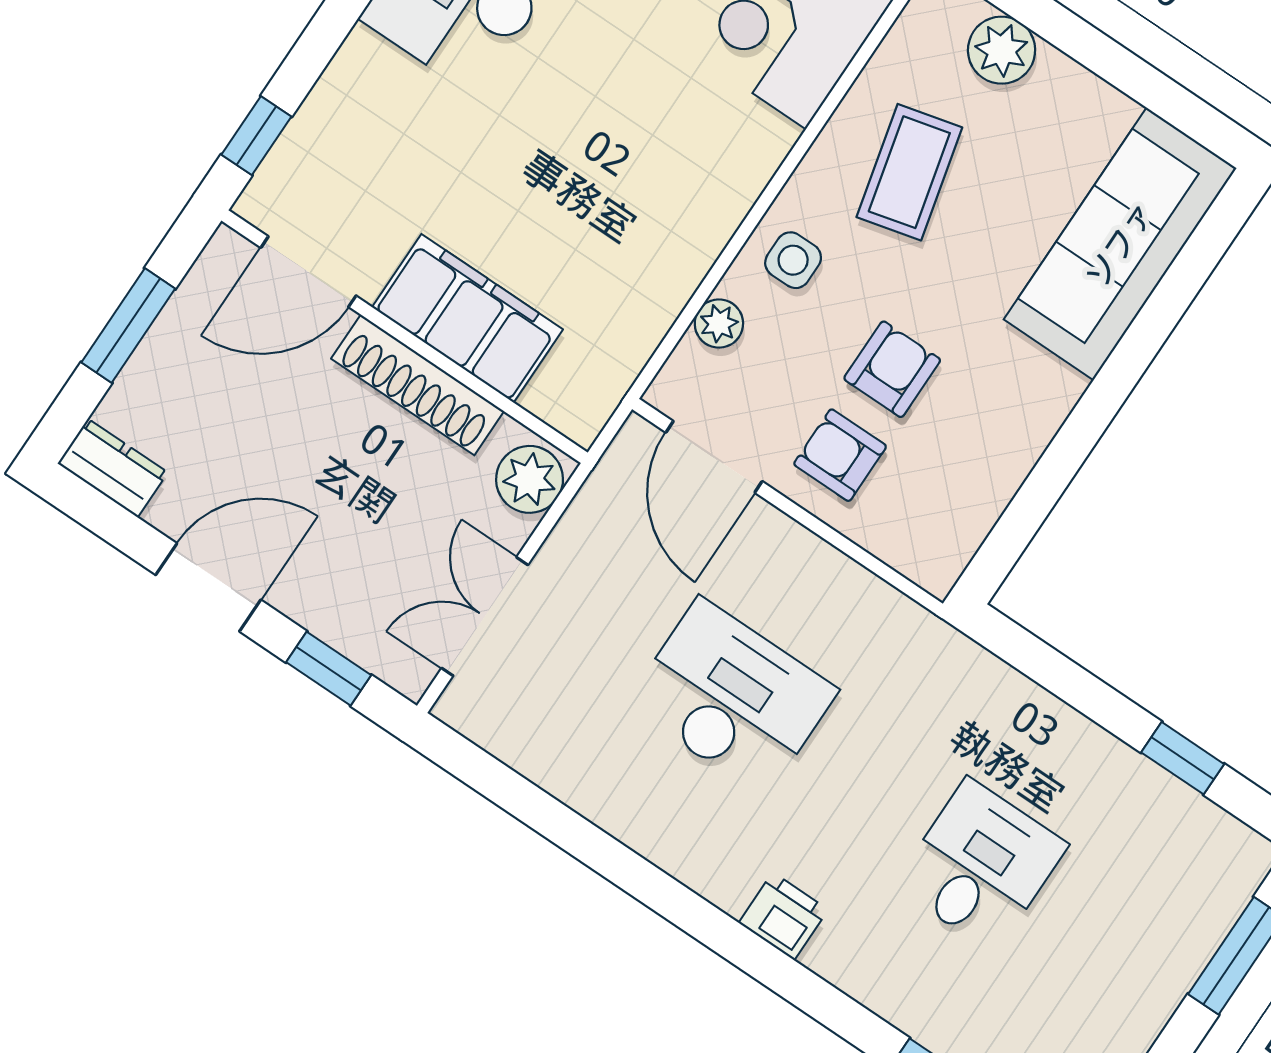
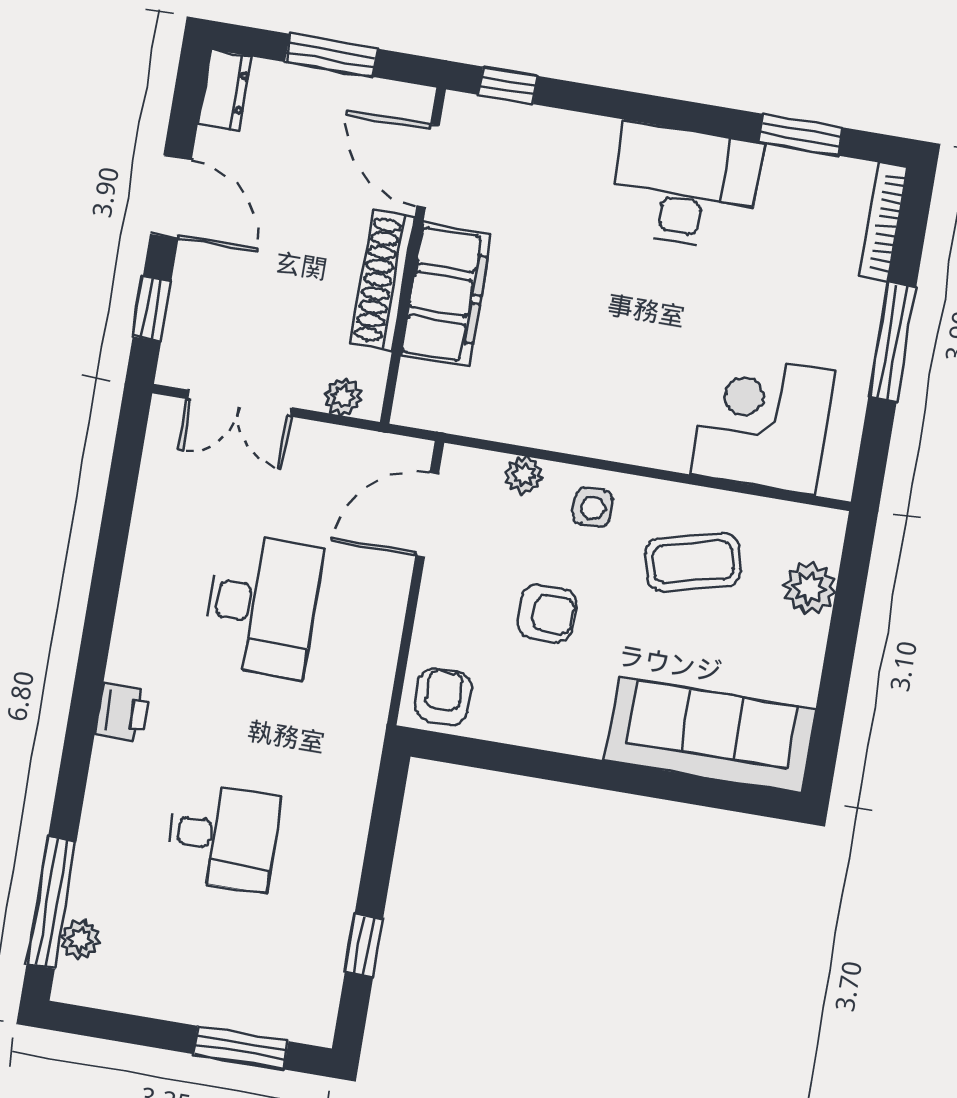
armchair: (840, 455) -> (443, 697), moved
plant: (530, 479) -> (343, 397), width x0.73, depth x0.73
double door: (485, 617) -> (239, 403), swing flipped

